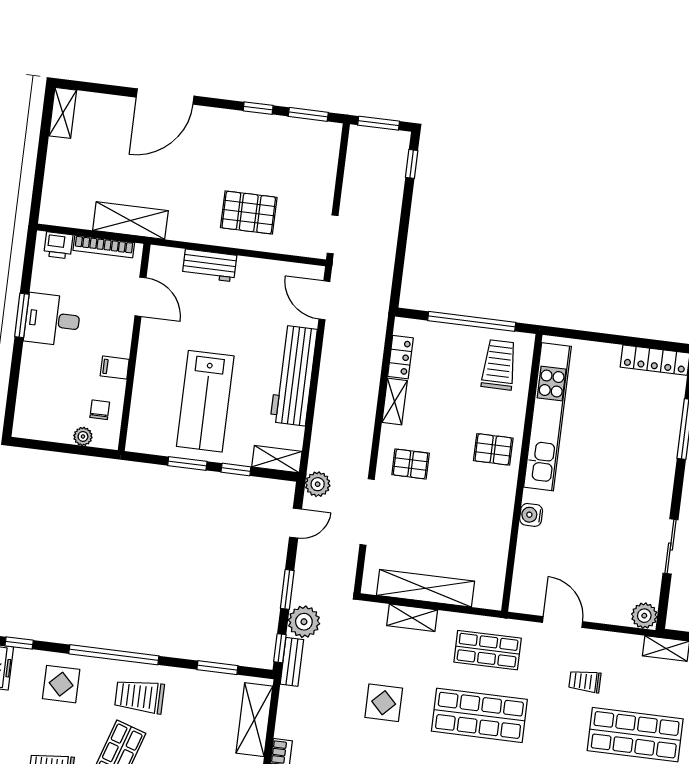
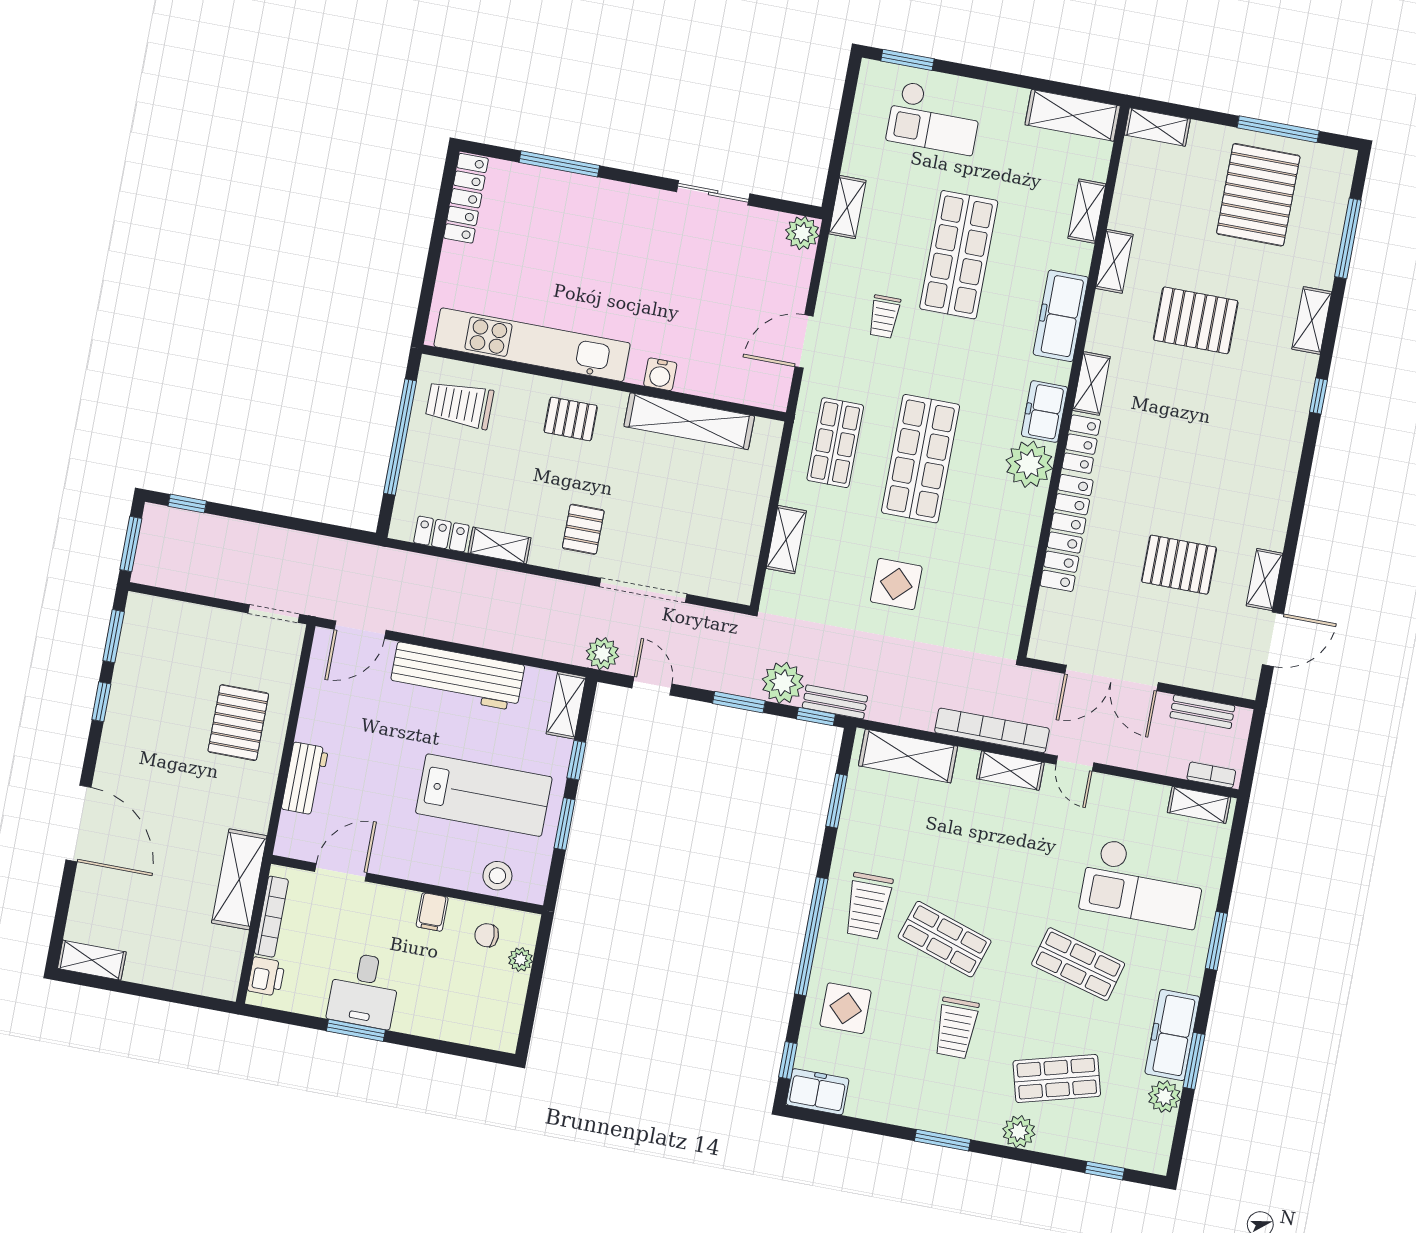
stool: (145, 415) -> (497, 876), added
pallet: (493, 449) -> (571, 419), turned 90
shelving: (425, 588) -> (689, 421), moved, turned 90

